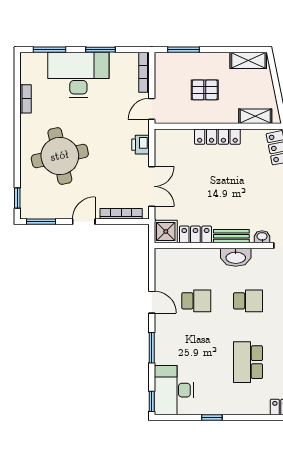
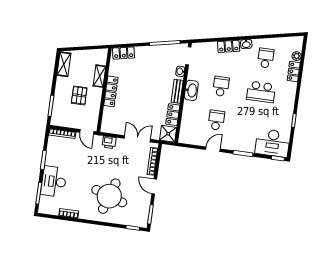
desk: (78, 75) -> (54, 182), width x0.73, depth x0.77
shelving: (255, 116) -> (99, 76), moved
round table: (60, 156) -> (109, 196), turned 30

